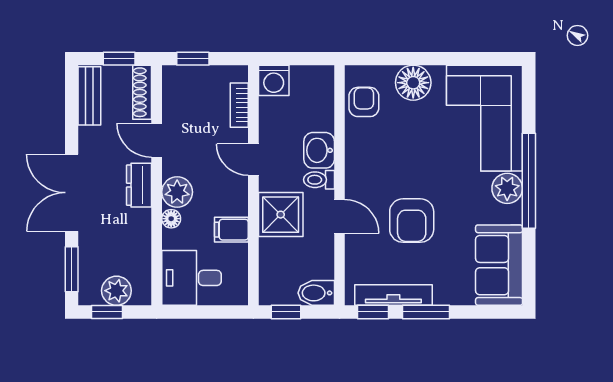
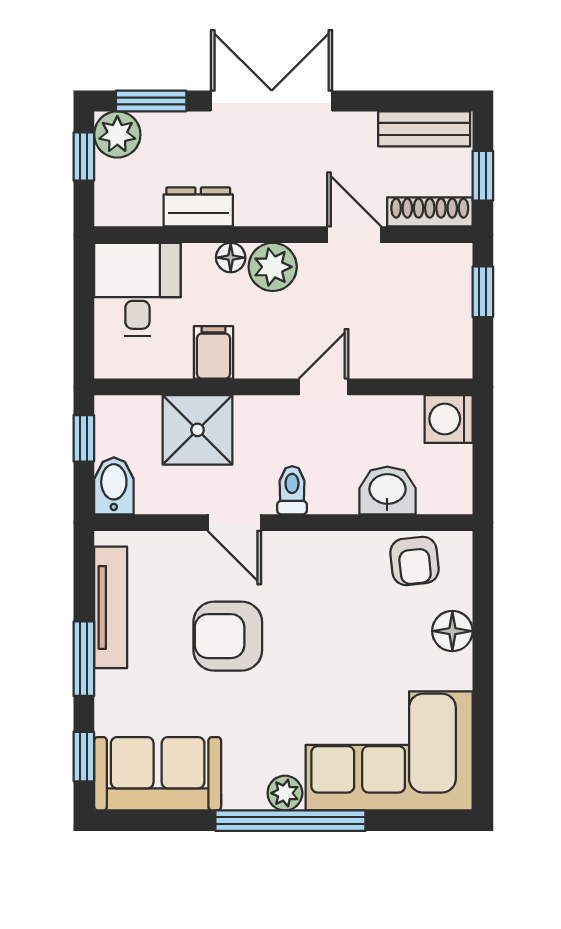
floor lamp: (413, 83) -> (452, 631), width x0.73, depth x0.73
armchair: (364, 102) -> (414, 561), turned 84
bookcase: (239, 105) -> (409, 365), removed
door: (157, 140) -> (354, 235), hinge flipped
washbasin: (319, 150) -> (387, 490), moved
dresser: (139, 185) -> (198, 207), moved
plant: (507, 188) -> (285, 793), width x0.73, depth x0.73
shower: (281, 215) -> (198, 430), moved
door: (339, 216) -> (234, 523), hinge flipped
plant: (116, 291) -> (117, 134), moved
window: (373, 312) -> (84, 757), moved

